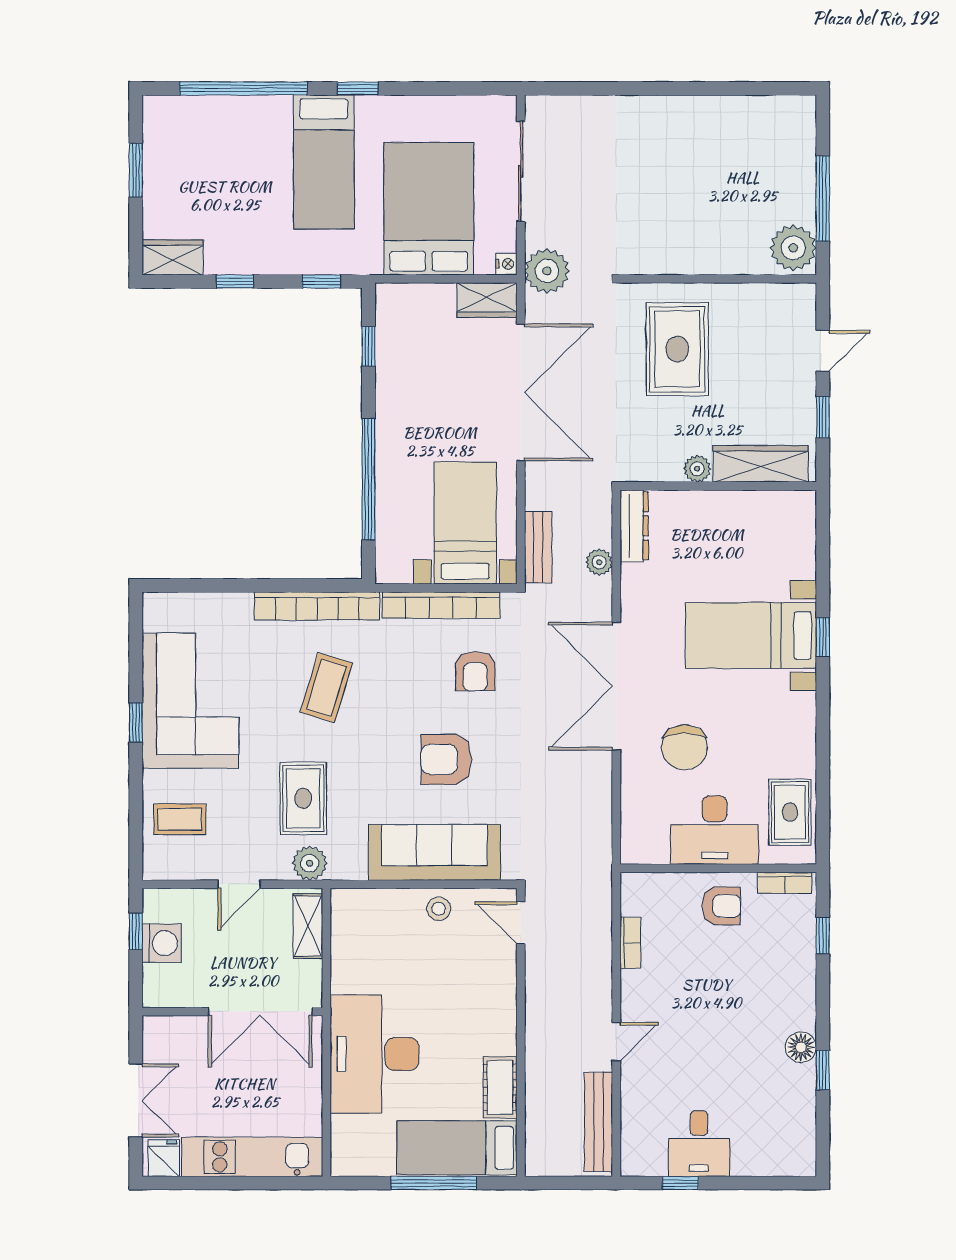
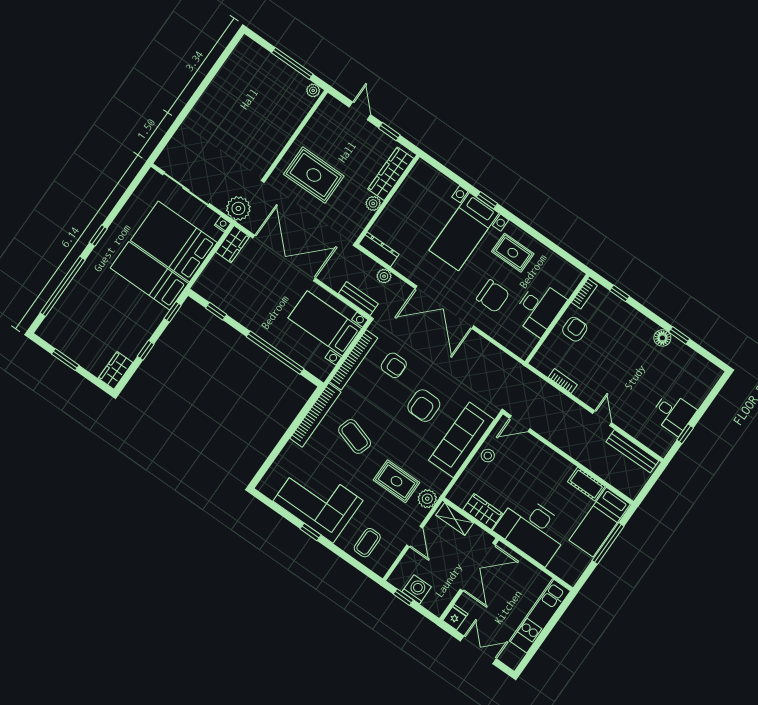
bed: (324, 162) -> (149, 276), moved, turned 180
plant: (793, 248) -> (313, 90), width x0.53, depth x0.53
rug: (790, 812) -> (513, 253), moved
wardrobe: (349, 960) -> (483, 512), added
fridge: (164, 1158) -> (455, 617), moved, turned 90

